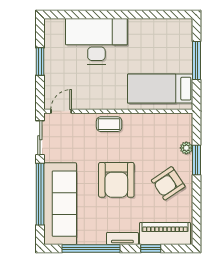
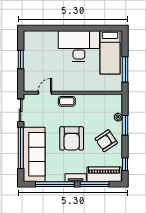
desk: (96, 41) -> (79, 46), moved
window: (196, 60) -> (125, 69), moved
bed: (160, 89) -> (110, 52), moved, turned -90
door: (61, 111) -> (45, 93), moved
window: (196, 219) -> (125, 164), added
window: (151, 248) -> (95, 184), width x2.17

